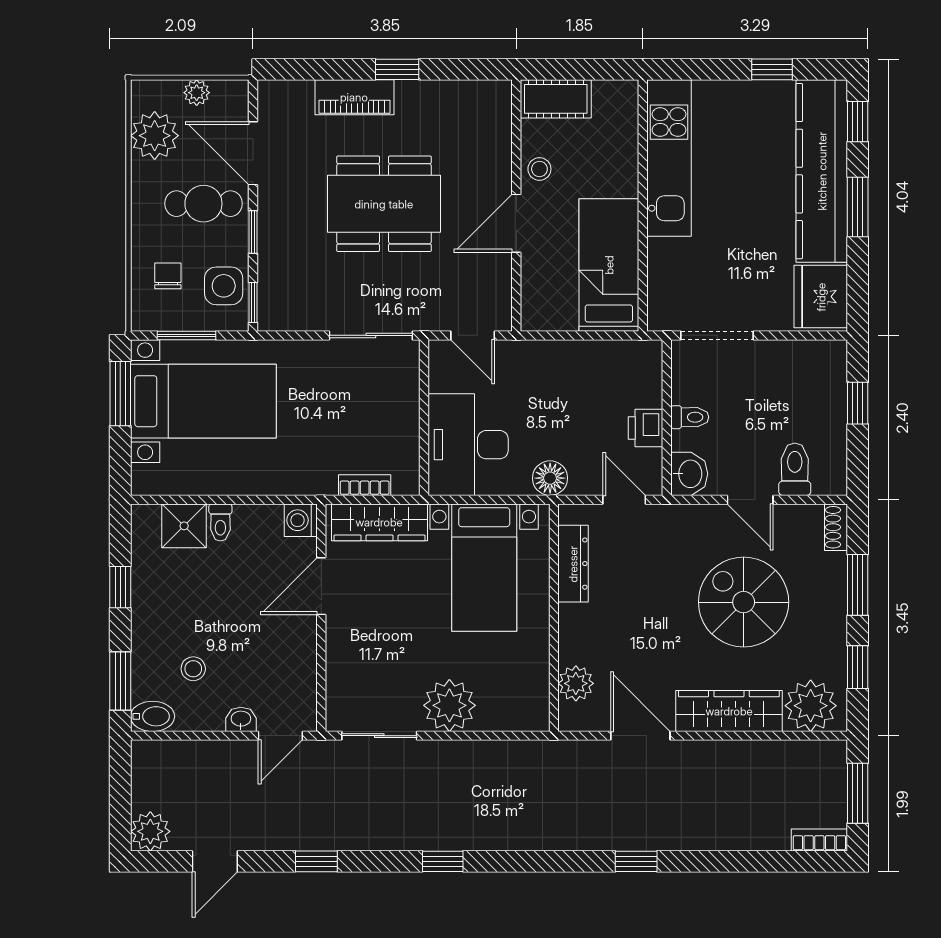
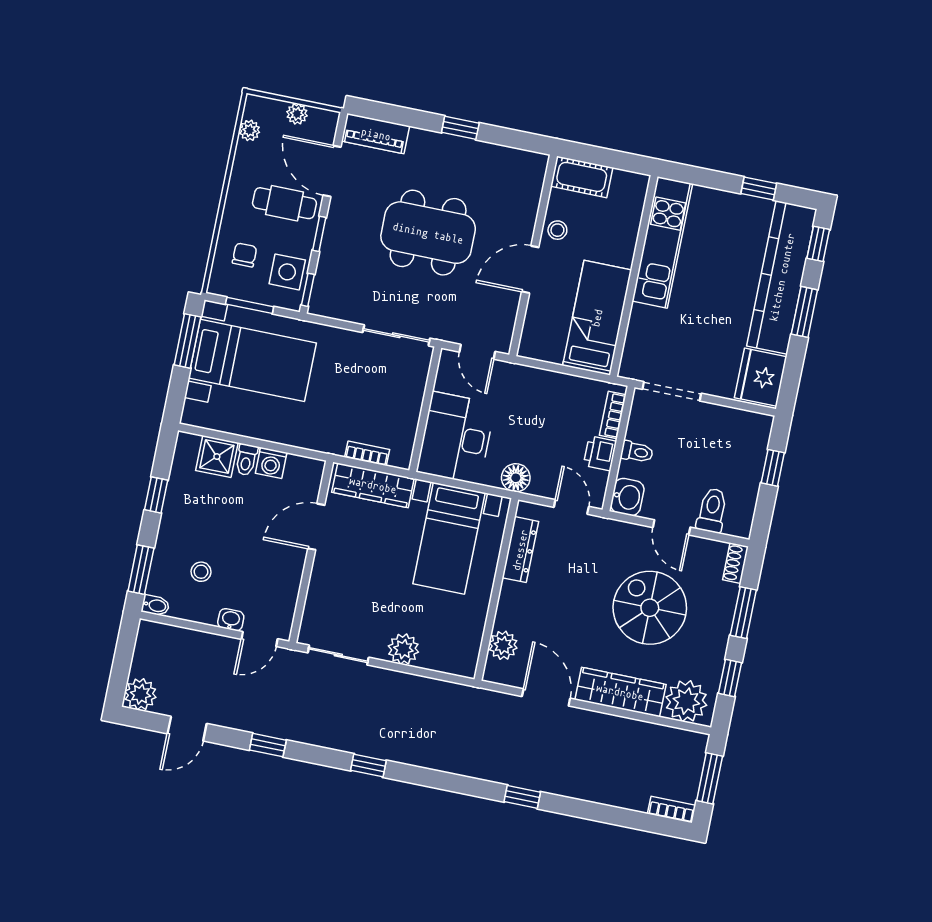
piano: (354, 97) -> (376, 134), moved
plant: (155, 136) -> (249, 130), width x0.53, depth x0.53
bookcase: (652, 379) -> (613, 415), added
washing machine: (301, 520) -> (271, 463), moved, turned -90
plant: (449, 705) -> (403, 649), width x0.73, depth x0.73
bidet: (153, 716) -> (156, 605), width x0.72, depth x0.74

